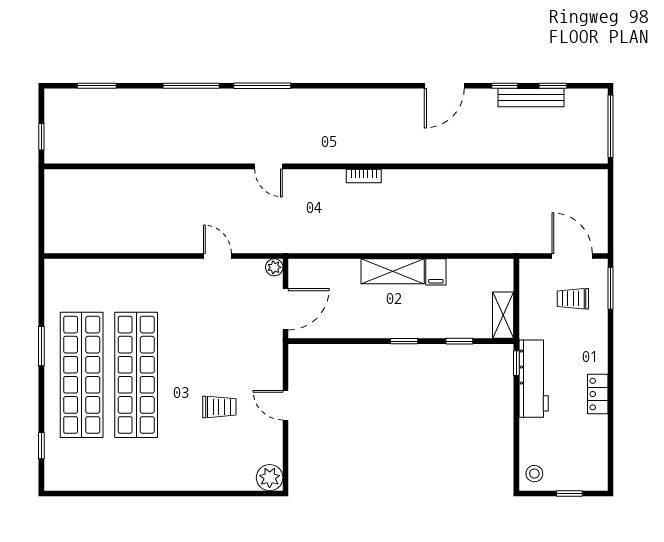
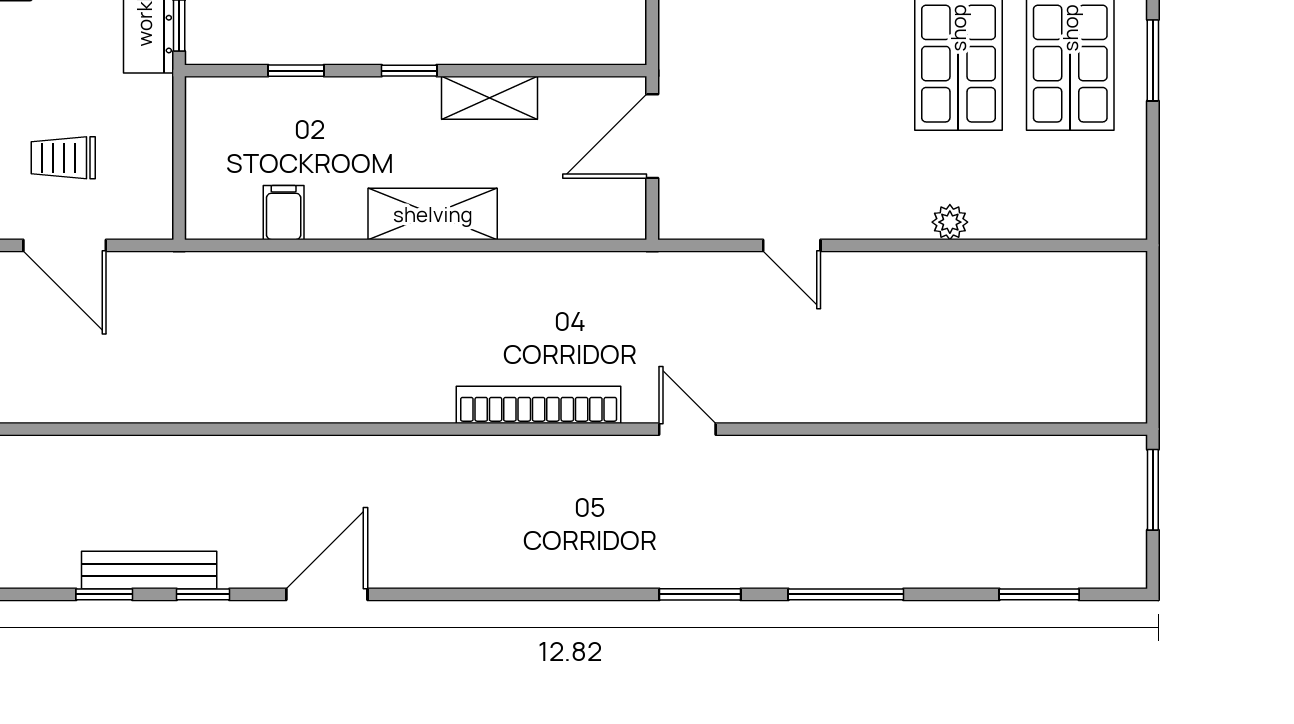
window: (262, 86) -> (700, 594), width x0.69
window: (41, 137) -> (1153, 490), width x1.50
bookcase: (364, 176) -> (539, 405), width x2.31, depth x1.31
plant: (274, 267) -> (950, 222), moved
filing cabinet: (436, 272) -> (284, 213), moved
trolley: (573, 299) -> (63, 158), turned 180
shelving: (503, 315) -> (490, 98), moved, turned 90

